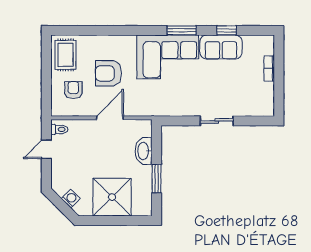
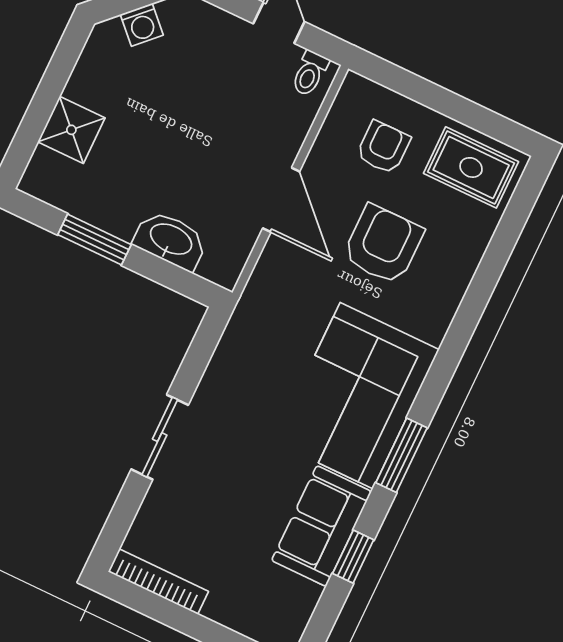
bookcase: (269, 68) -> (158, 582), moved, width x1.56
armchair: (73, 90) -> (383, 147), turned -90
shower: (112, 197) -> (71, 130), width x0.54, depth x0.54

